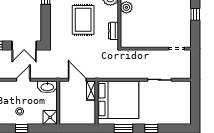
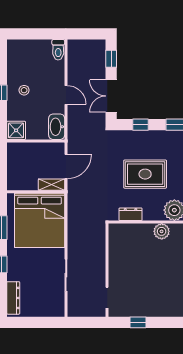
window: (195, 14) -> (138, 322), moved
window: (46, 23) -> (140, 125), added
dresser: (177, 120) -> (13, 298), added

